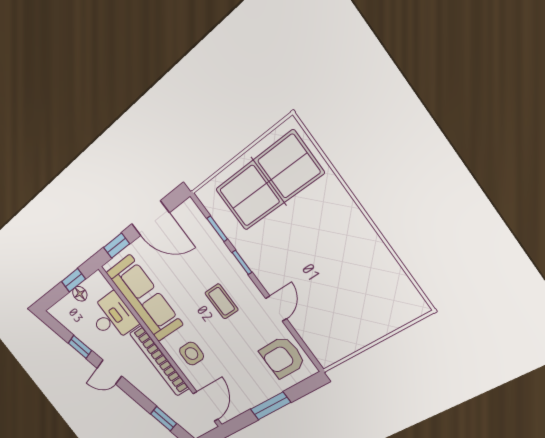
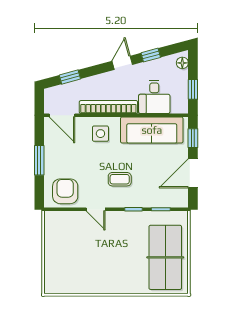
floor lamp: (80, 294) -> (182, 63), moved

